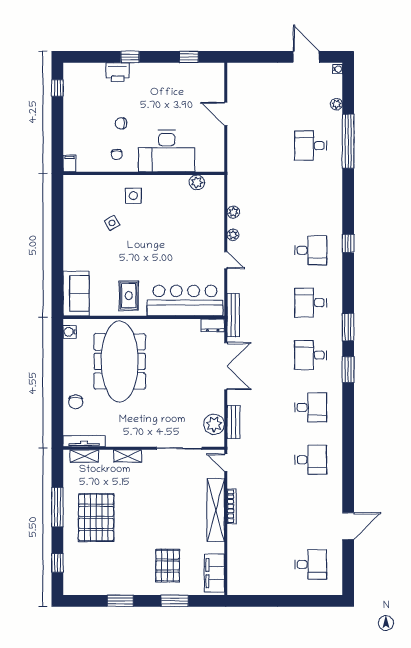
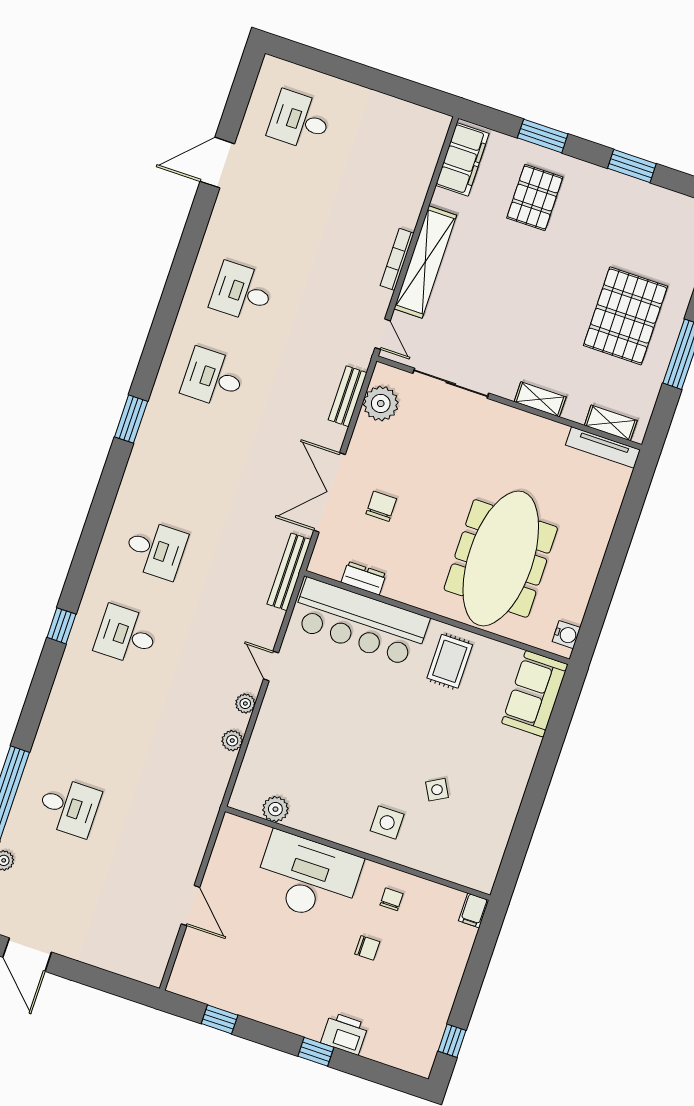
dresser: (213, 325) -> (364, 578), moved
window: (348, 327) -> (108, 489), removed
desk: (311, 355) -> (184, 464), removed
chair: (76, 402) -> (381, 506), moved

